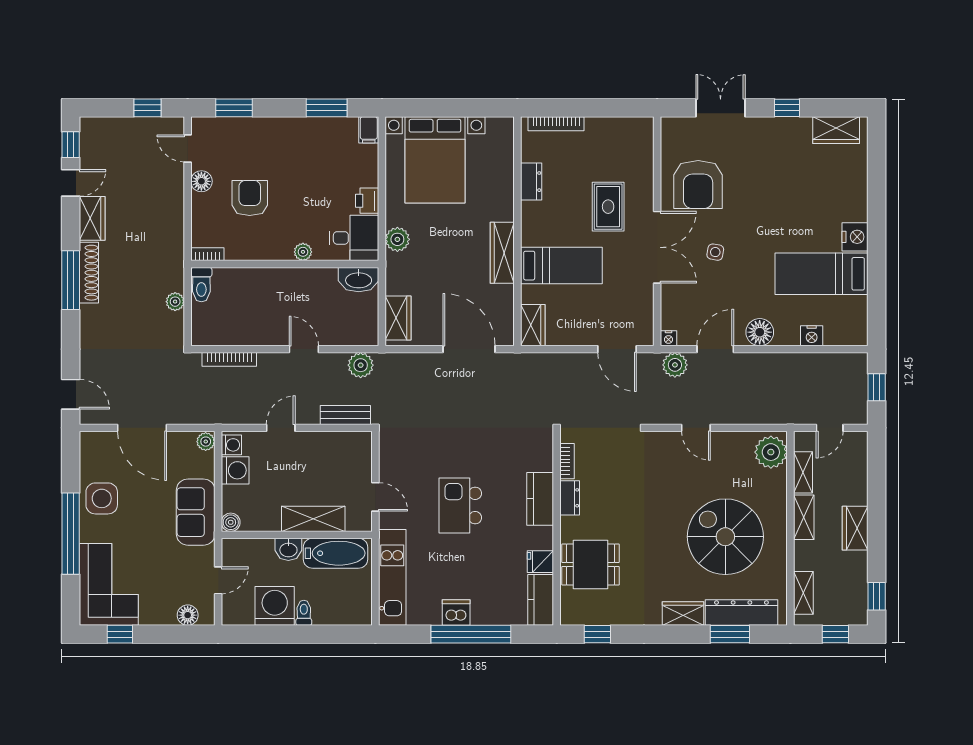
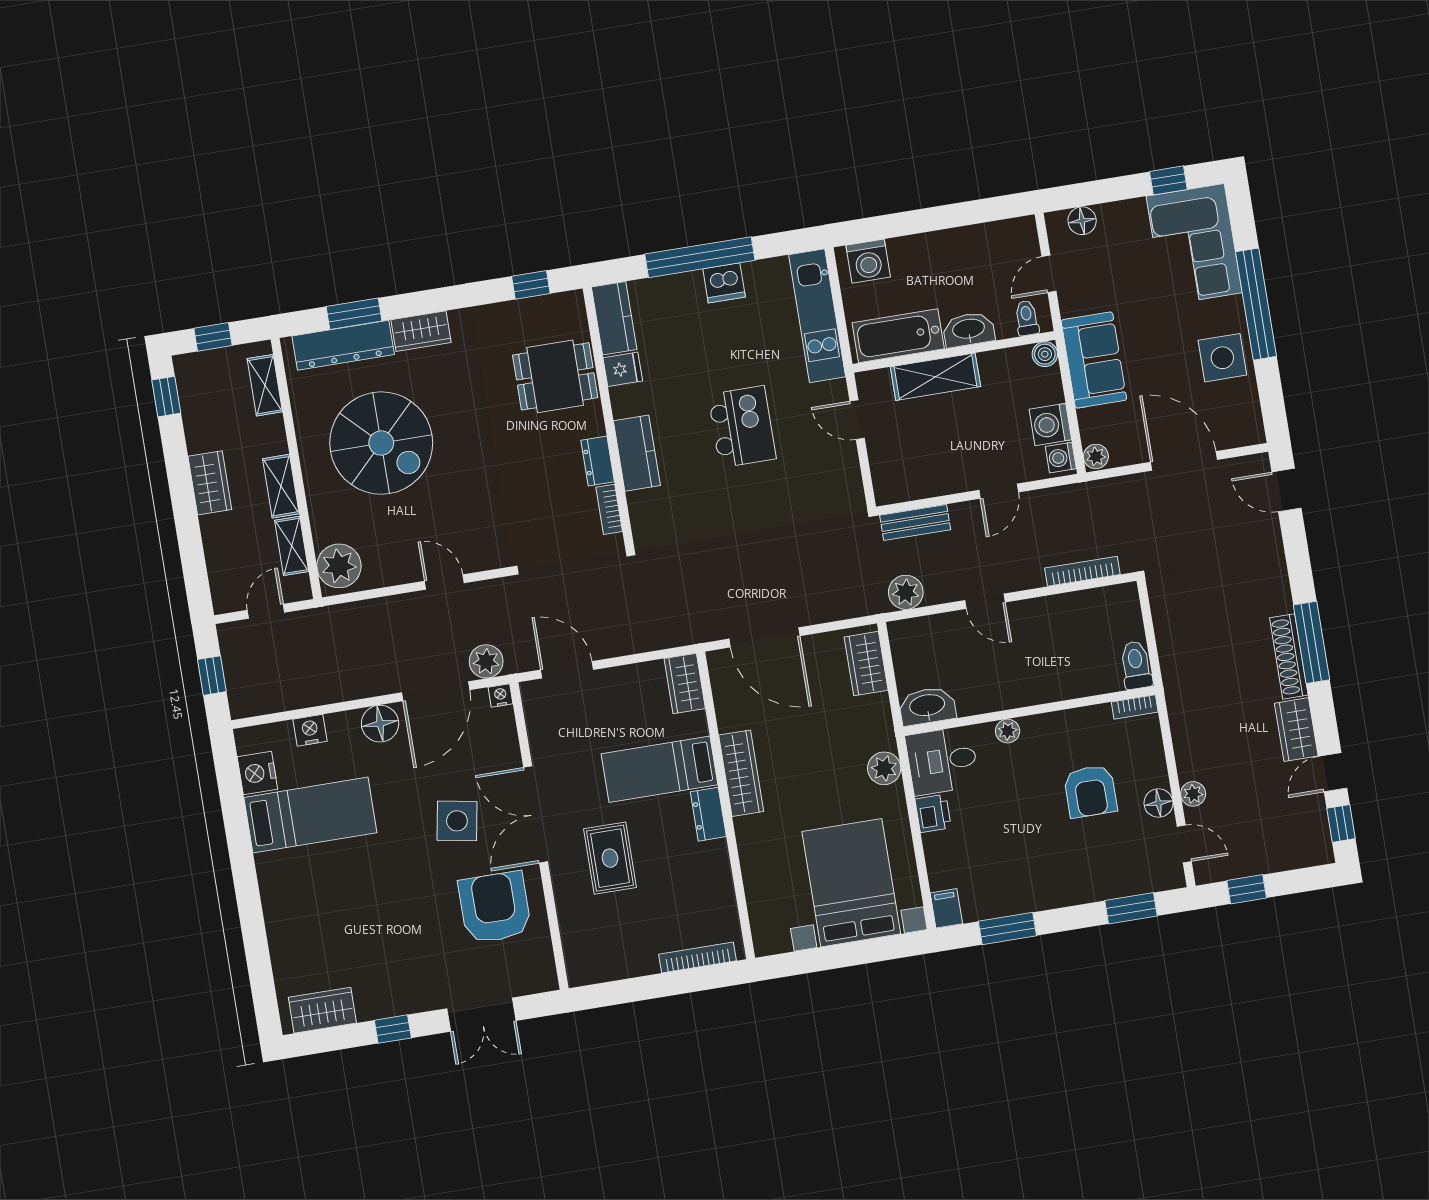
dresser: (531, 182) -> (708, 814), moved
nightstand: (855, 237) -> (257, 773), moved
side table: (715, 252) -> (457, 821), width x1.87, depth x1.87
plant: (175, 302) -> (1193, 794), moved
door: (715, 349) -> (436, 691), width x1.36
washbasin: (288, 549) -> (969, 330), width x1.38
washing machine: (275, 606) -> (868, 261), moved, width x0.73, depth x0.73
toilet: (304, 613) -> (1027, 318), moved, turned 180

